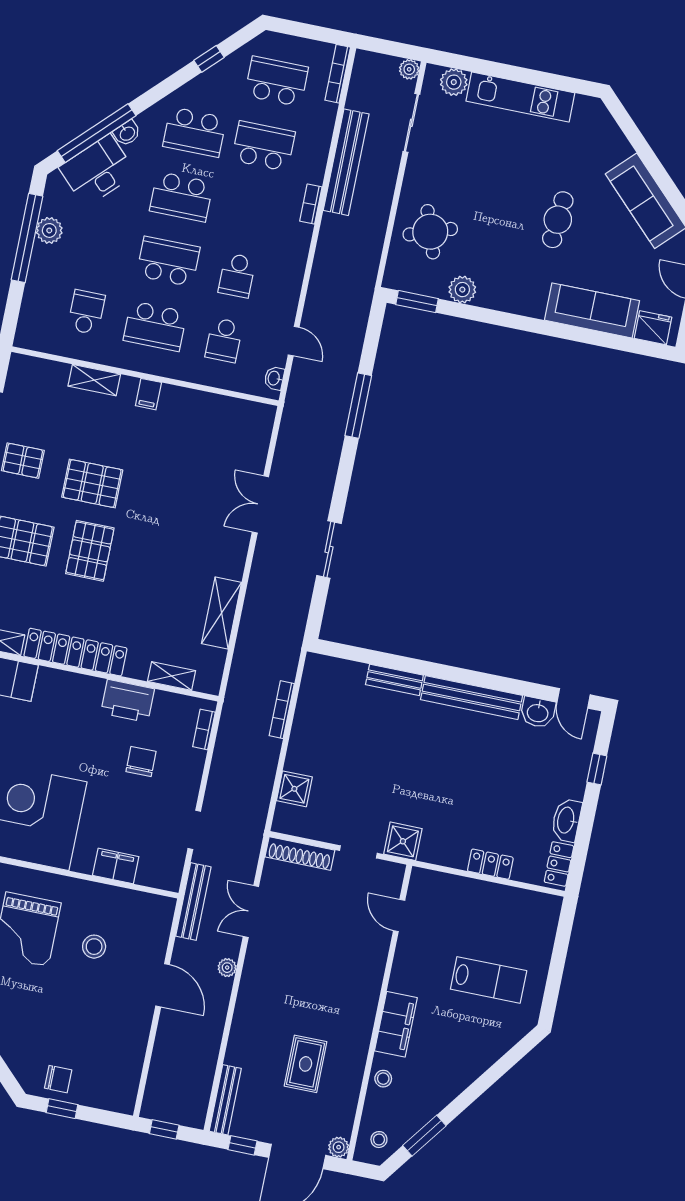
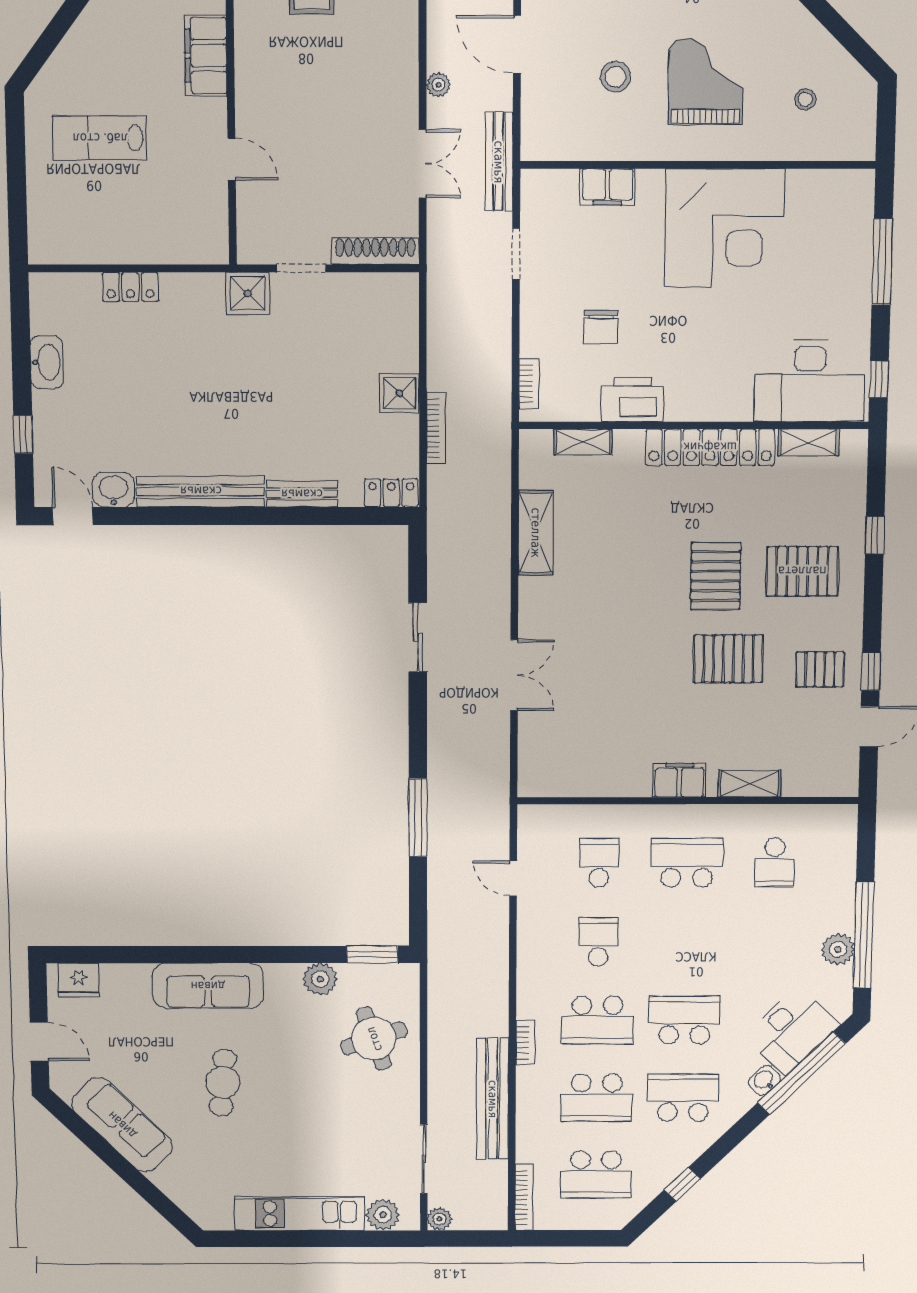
school desk: (168, 261) -> (597, 1020), moved
sofa: (592, 310) -> (208, 986), moved
washbasin: (274, 378) -> (528, 830), removed
filing cabinet: (148, 394) -> (679, 780), width x2.00
shower: (294, 789) -> (399, 393), moved
locker: (559, 864) -> (391, 493), moved, turned -90
door: (399, 916) -> (232, 159), moved

